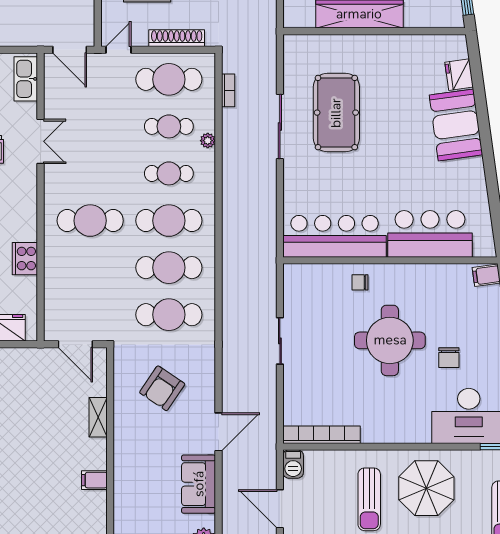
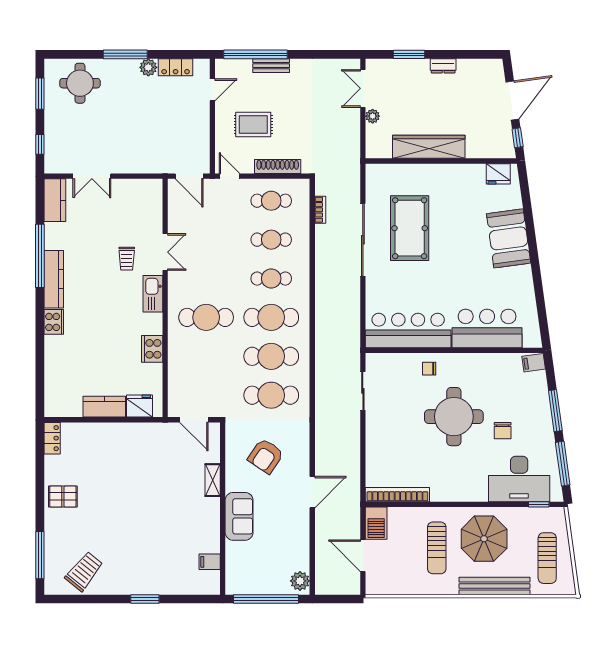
door: (118, 50) -> (229, 176), hinge flipped
fridge: (459, 75) -> (498, 174), moved, turned -82
kitchen sink: (26, 79) -> (153, 294), moved
cafe table: (169, 79) -> (271, 201), width x0.73, depth x0.74
sliding door: (280, 126) -> (363, 240), width x1.36
plant: (208, 141) -> (303, 251), removed
sliding door: (280, 341) -> (363, 391), moved
barbecue: (293, 464) -> (376, 523), width x1.38, depth x1.27
filing cabinet: (94, 480) -> (210, 562), moved
sofa: (199, 484) -> (239, 516), moved, turned 180

